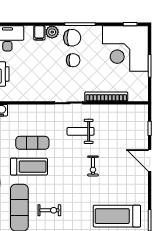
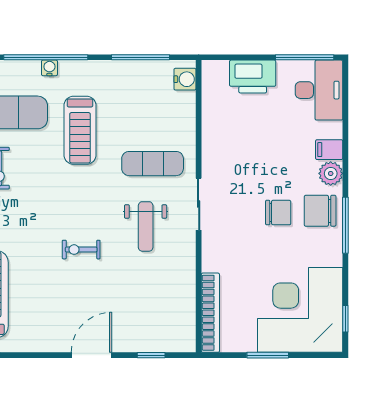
chair: (72, 38) -> (320, 211), turned 90
chair: (73, 60) -> (278, 213), turned -90
bookcase: (106, 97) -> (210, 313), moved
weight bench: (81, 131) -> (146, 226), turned 180
exercise mat: (32, 143) -> (153, 164), moved, turned 90

